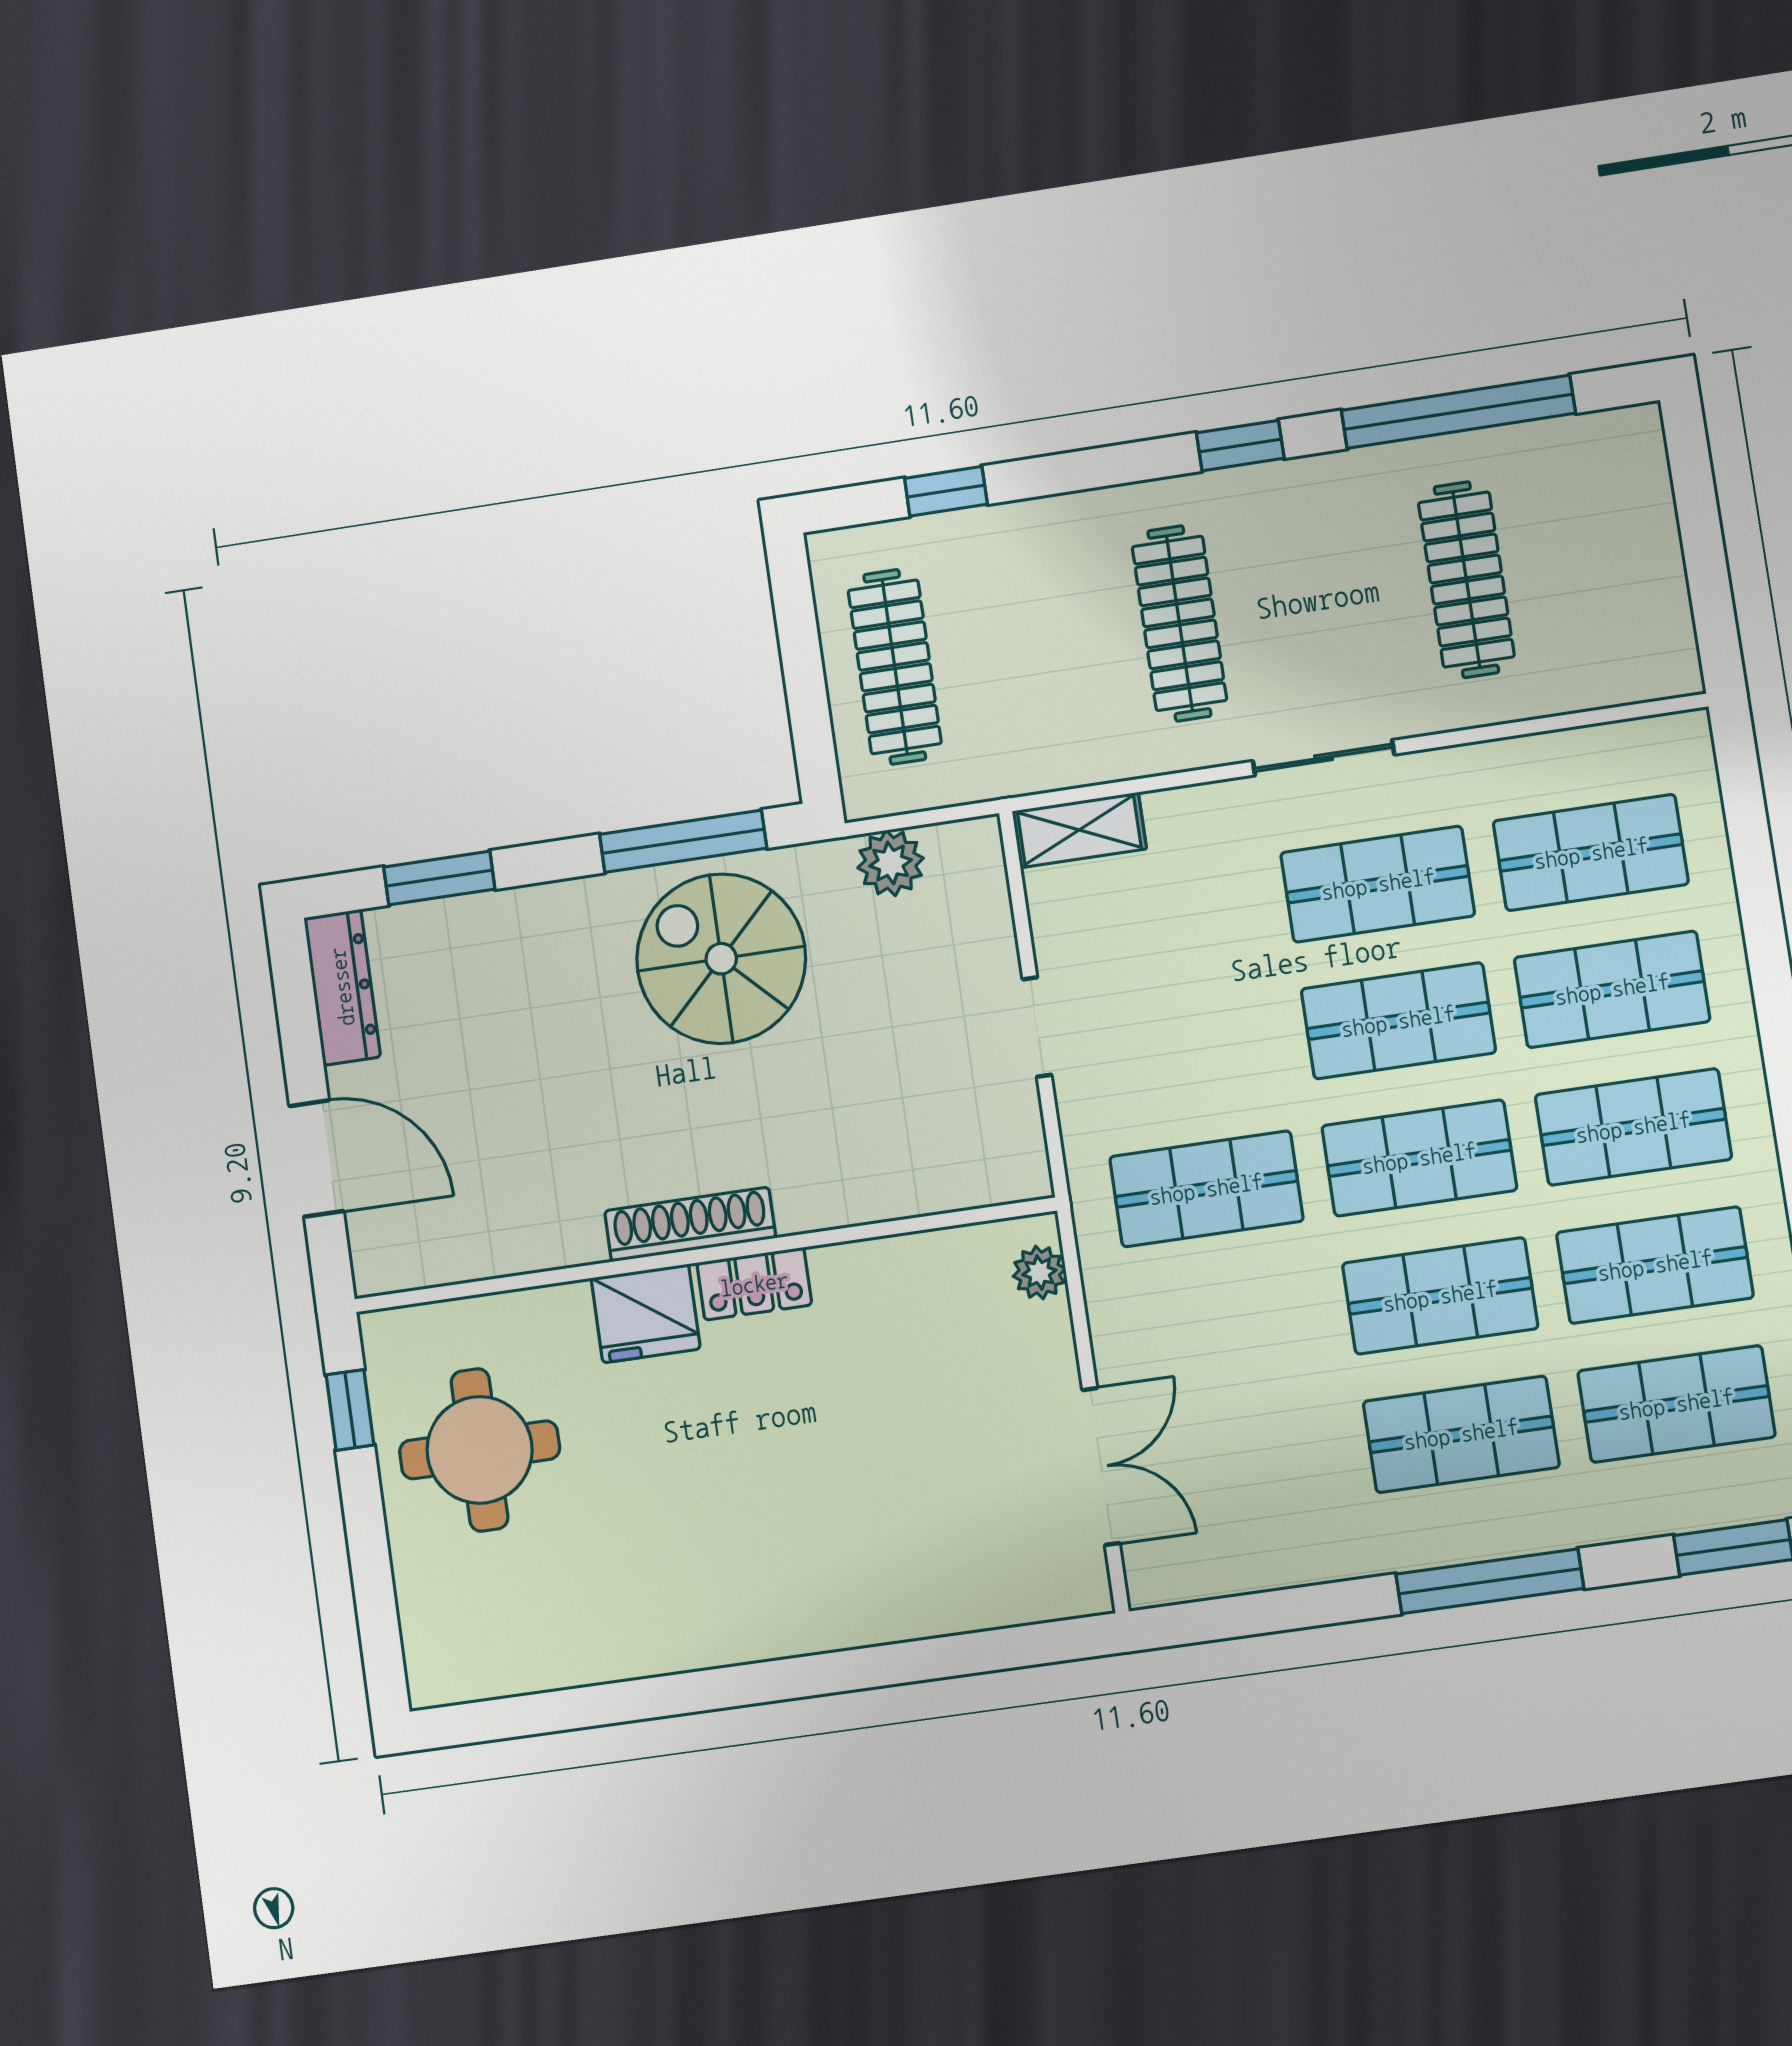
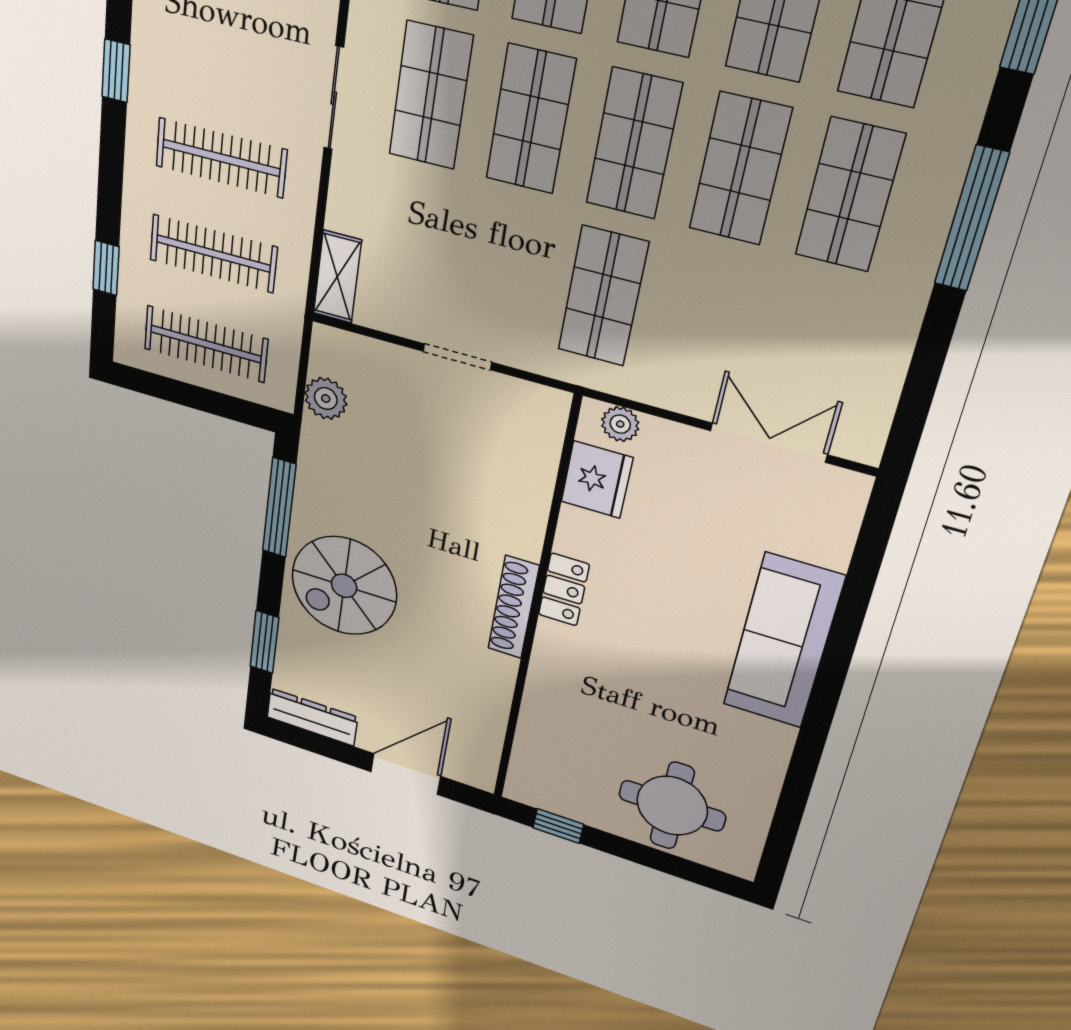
clothes rail: (1037, 645) -> (213, 253), added
spiral stairs: (721, 959) -> (344, 586), moved
fridge: (646, 1313) -> (597, 480), moved
round table: (480, 1450) -> (672, 806), moved
sofa: (823, 1597) -> (783, 641), added

